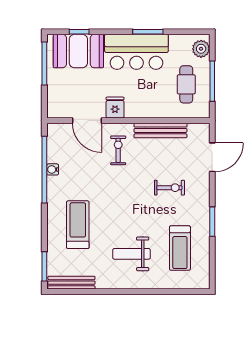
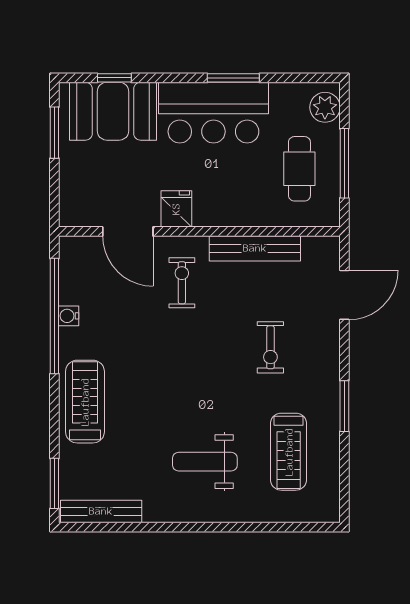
window: (44, 63) -> (54, 133), width x0.69
exercise bike: (169, 188) -> (270, 347), turned 90
treadmill: (78, 225) -> (85, 402), moved

